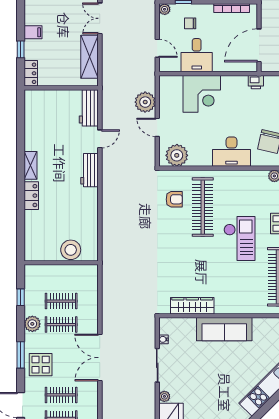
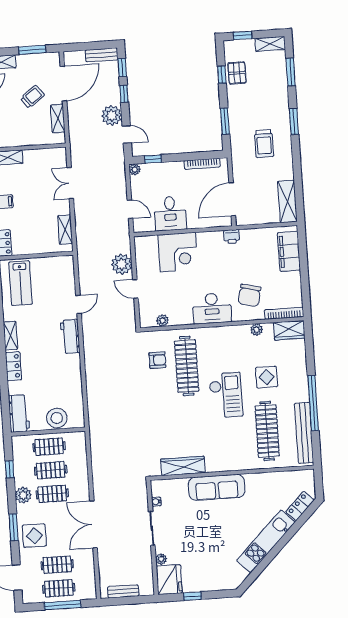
chair: (190, 23) -> (161, 182), removed
shelving: (90, 57) -> (65, 230), width x0.67, depth x0.75
workbench: (89, 108) -> (19, 413), moved, turned 180
lab bench: (44, 114) -> (21, 283), added
plant: (177, 155) -> (163, 321), width x0.53, depth x0.53
clothes rail: (61, 278) -> (49, 447), added

